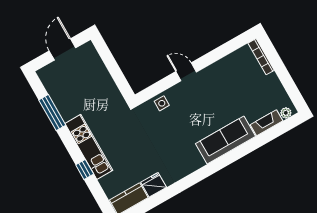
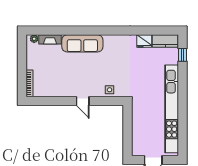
window: (52, 113) -> (182, 124), removed
kitchen unit: (89, 147) -> (172, 109), width x1.86
window: (85, 169) -> (182, 55), moved

